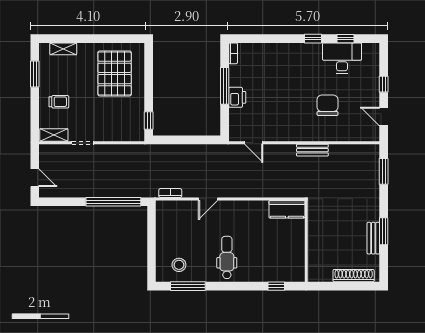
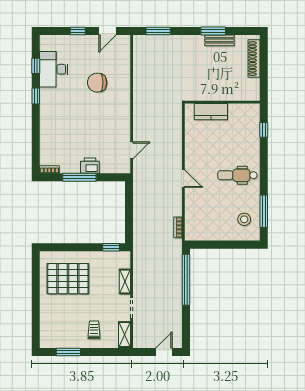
shelving: (63, 49) -> (125, 281), moved
bench: (312, 150) -> (138, 96), removed
door: (208, 199) -> (183, 179), moved
kitchen counter: (287, 209) -> (211, 112), moved, turned 90

